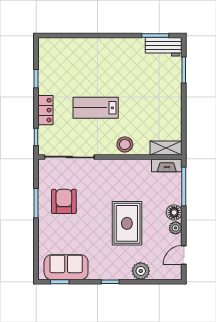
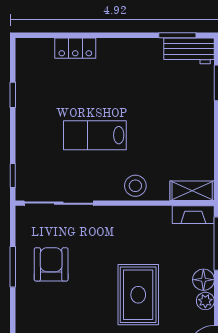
locker: (45, 110) -> (75, 48), moved, turned 90

